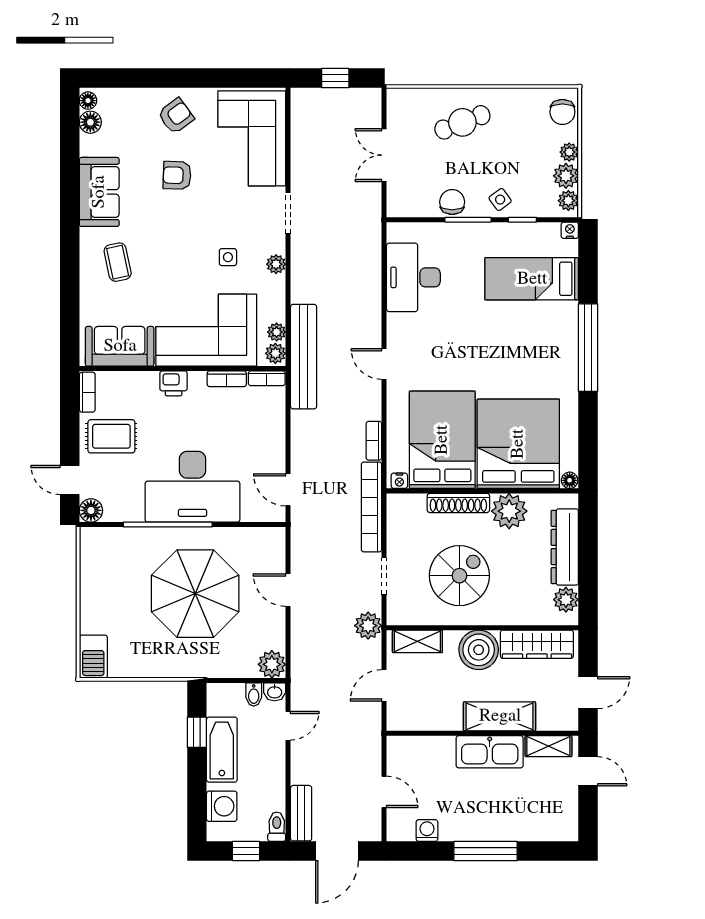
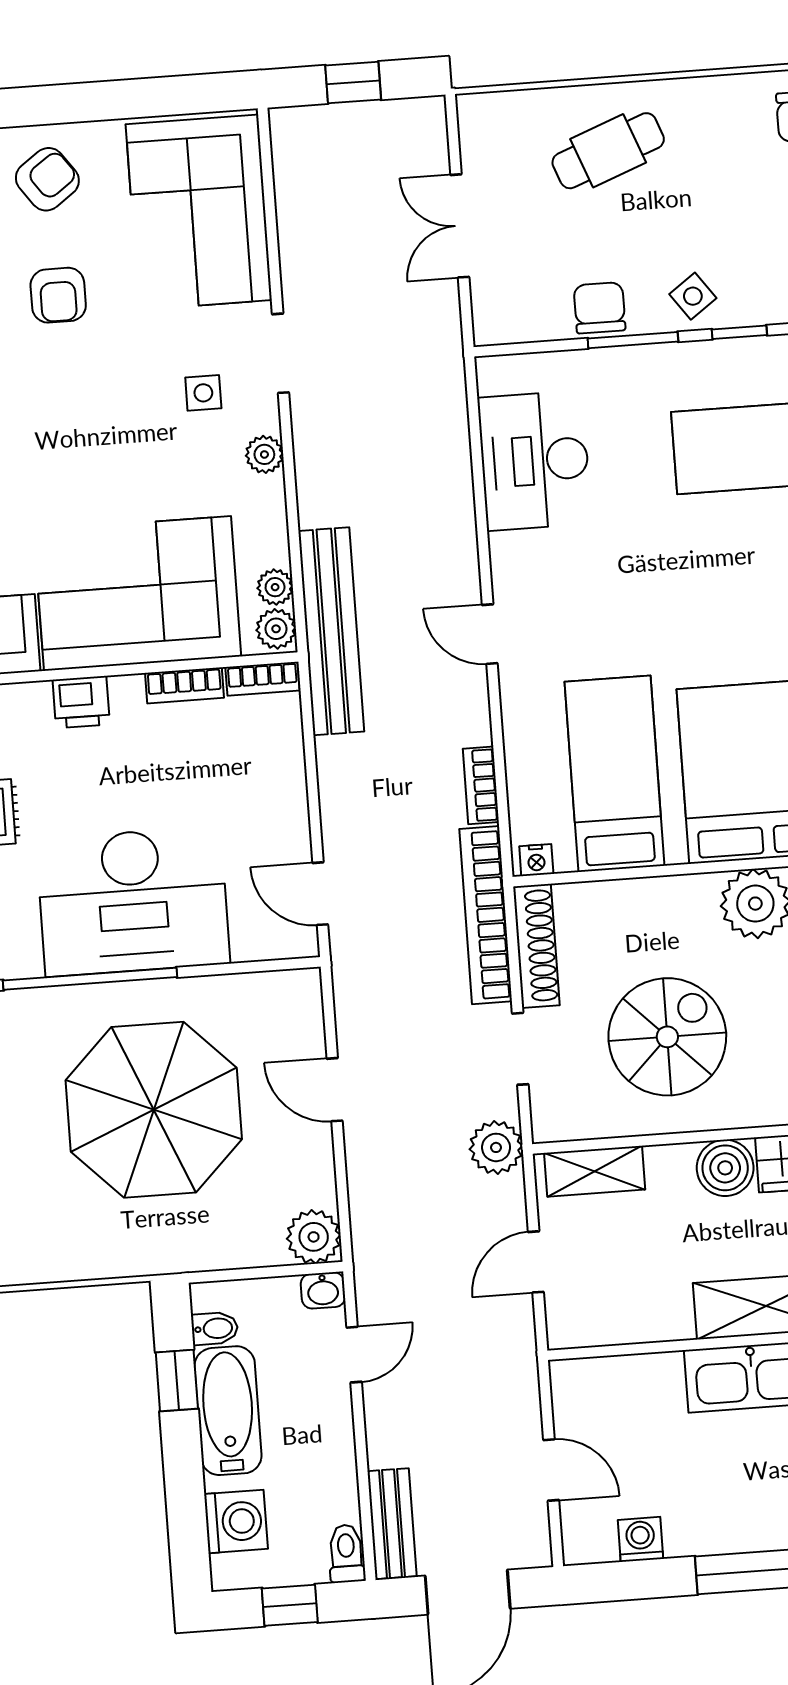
armchair: (177, 175) -> (58, 295), turned -92
side table: (228, 257) -> (203, 393), moved
bed: (442, 440) -> (614, 774), width x0.67
shoe rack: (458, 503) -> (536, 946), moved, turned -90
boiler: (479, 650) -> (725, 1168), width x0.73, depth x0.73
bidet: (254, 695) -> (215, 1328), moved, turned -90

